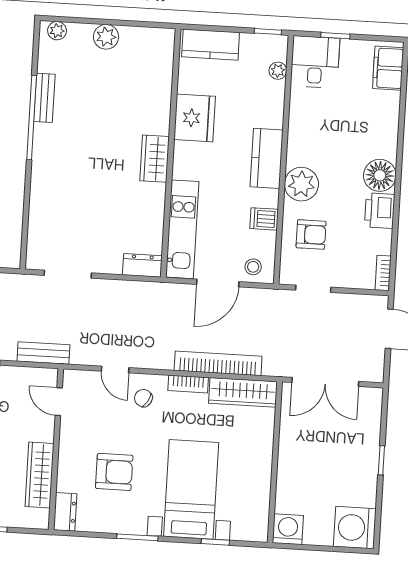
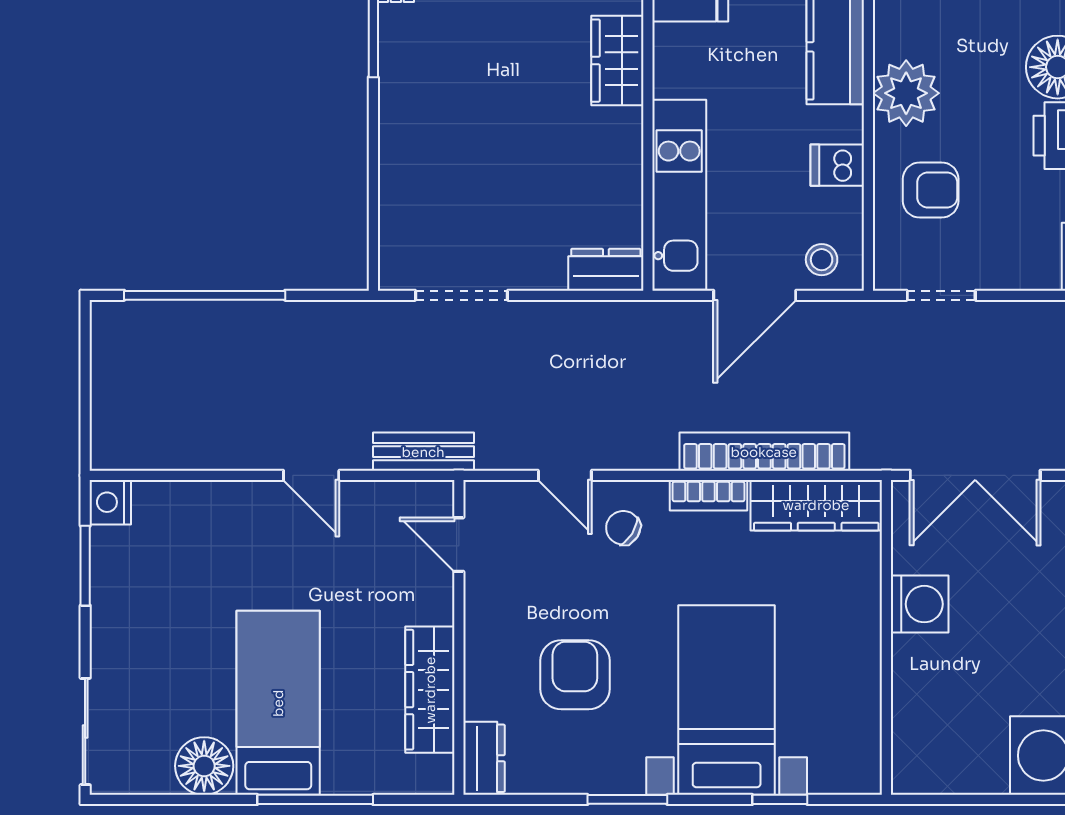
armchair: (114, 472) -> (575, 675), turned -90
washing machine: (288, 529) -> (920, 604), moved, turned 90

